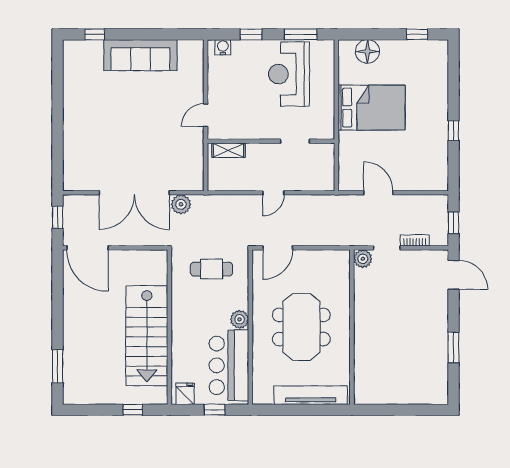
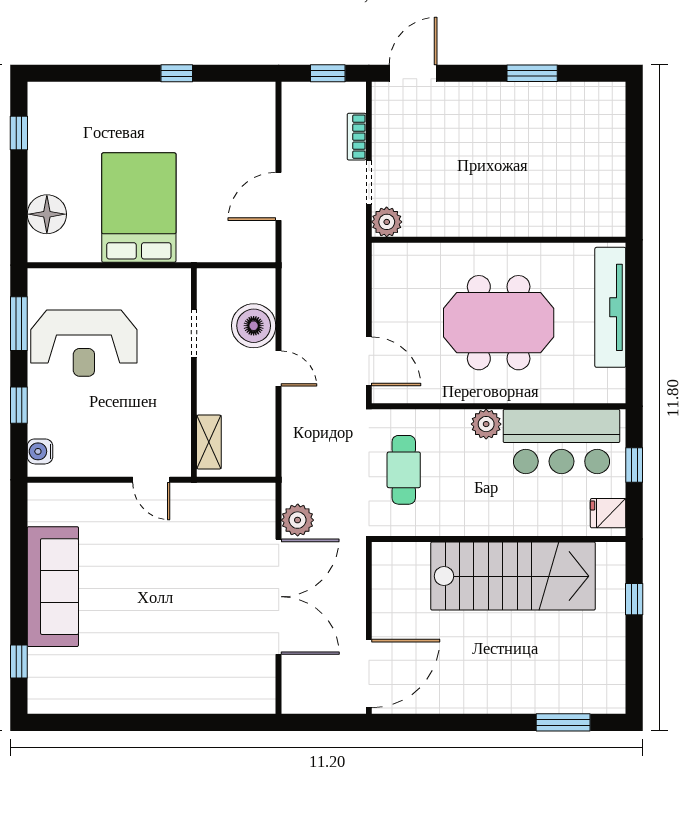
boiler: (299, 178) -> (254, 326), added
window: (58, 217) -> (319, 722), removed

